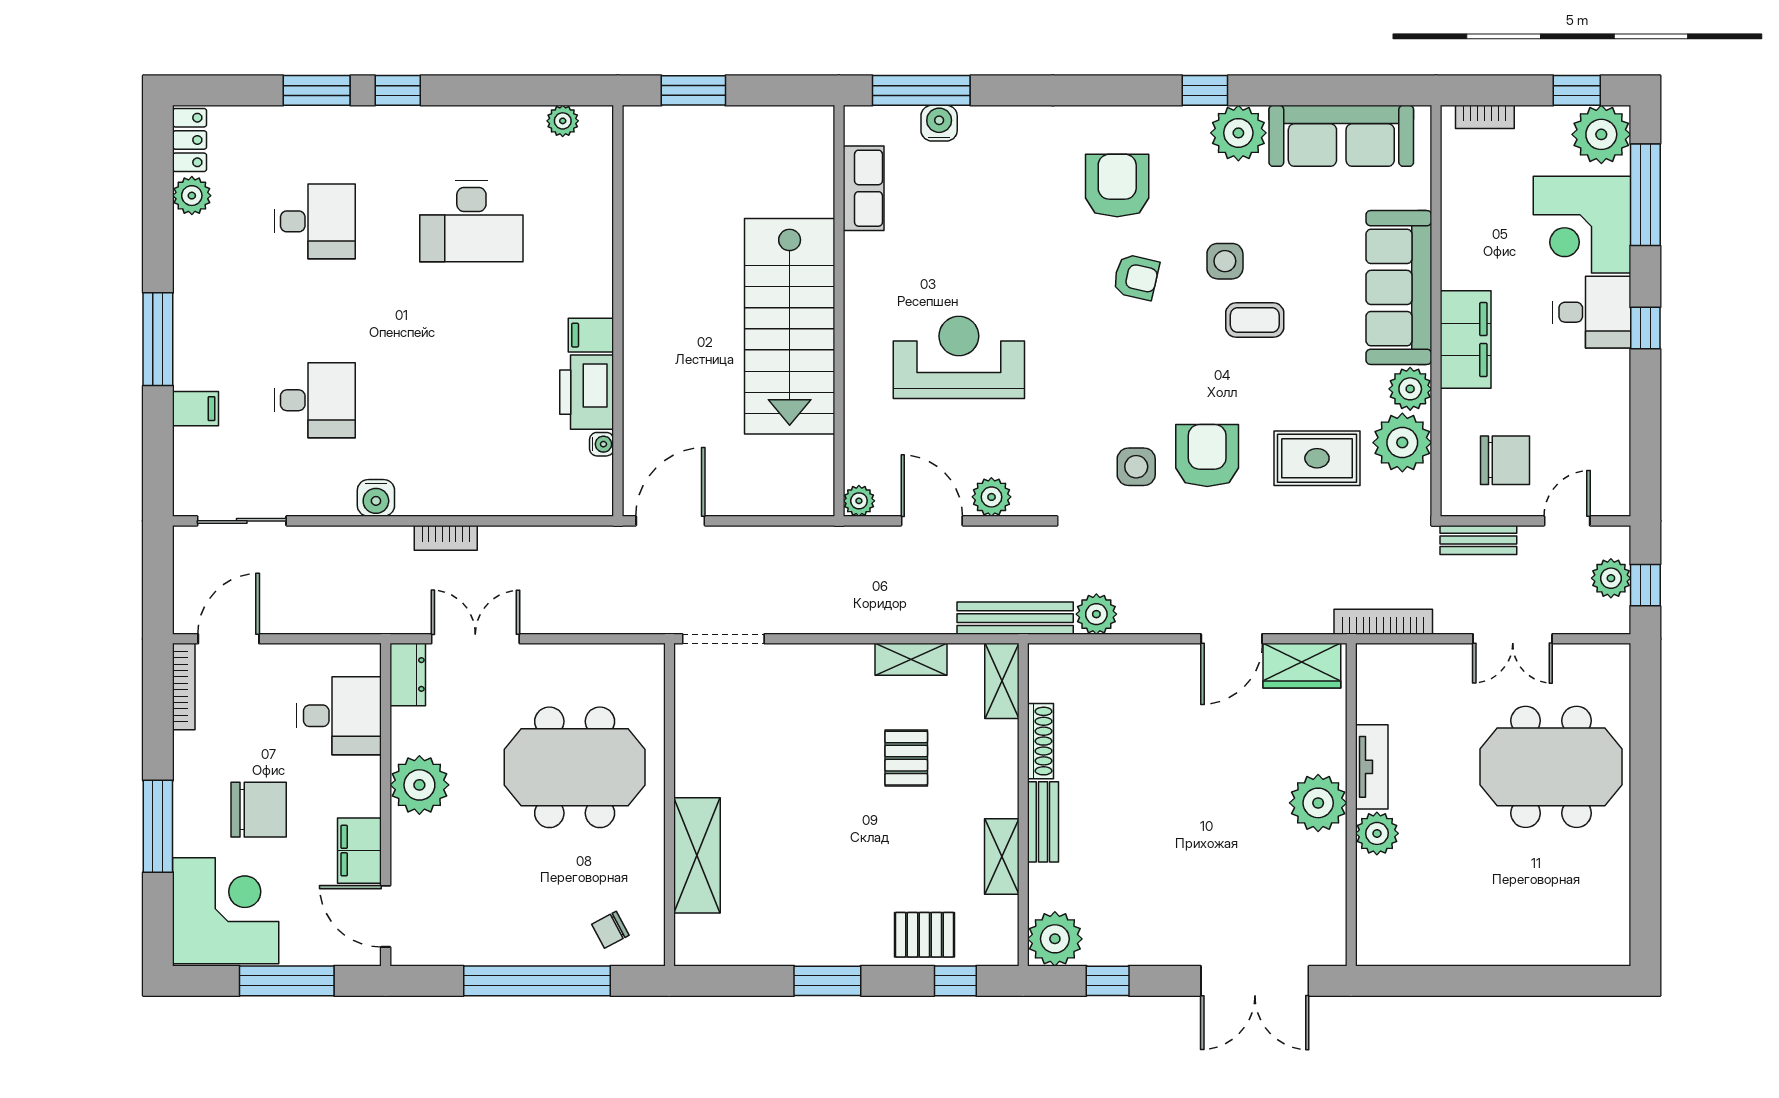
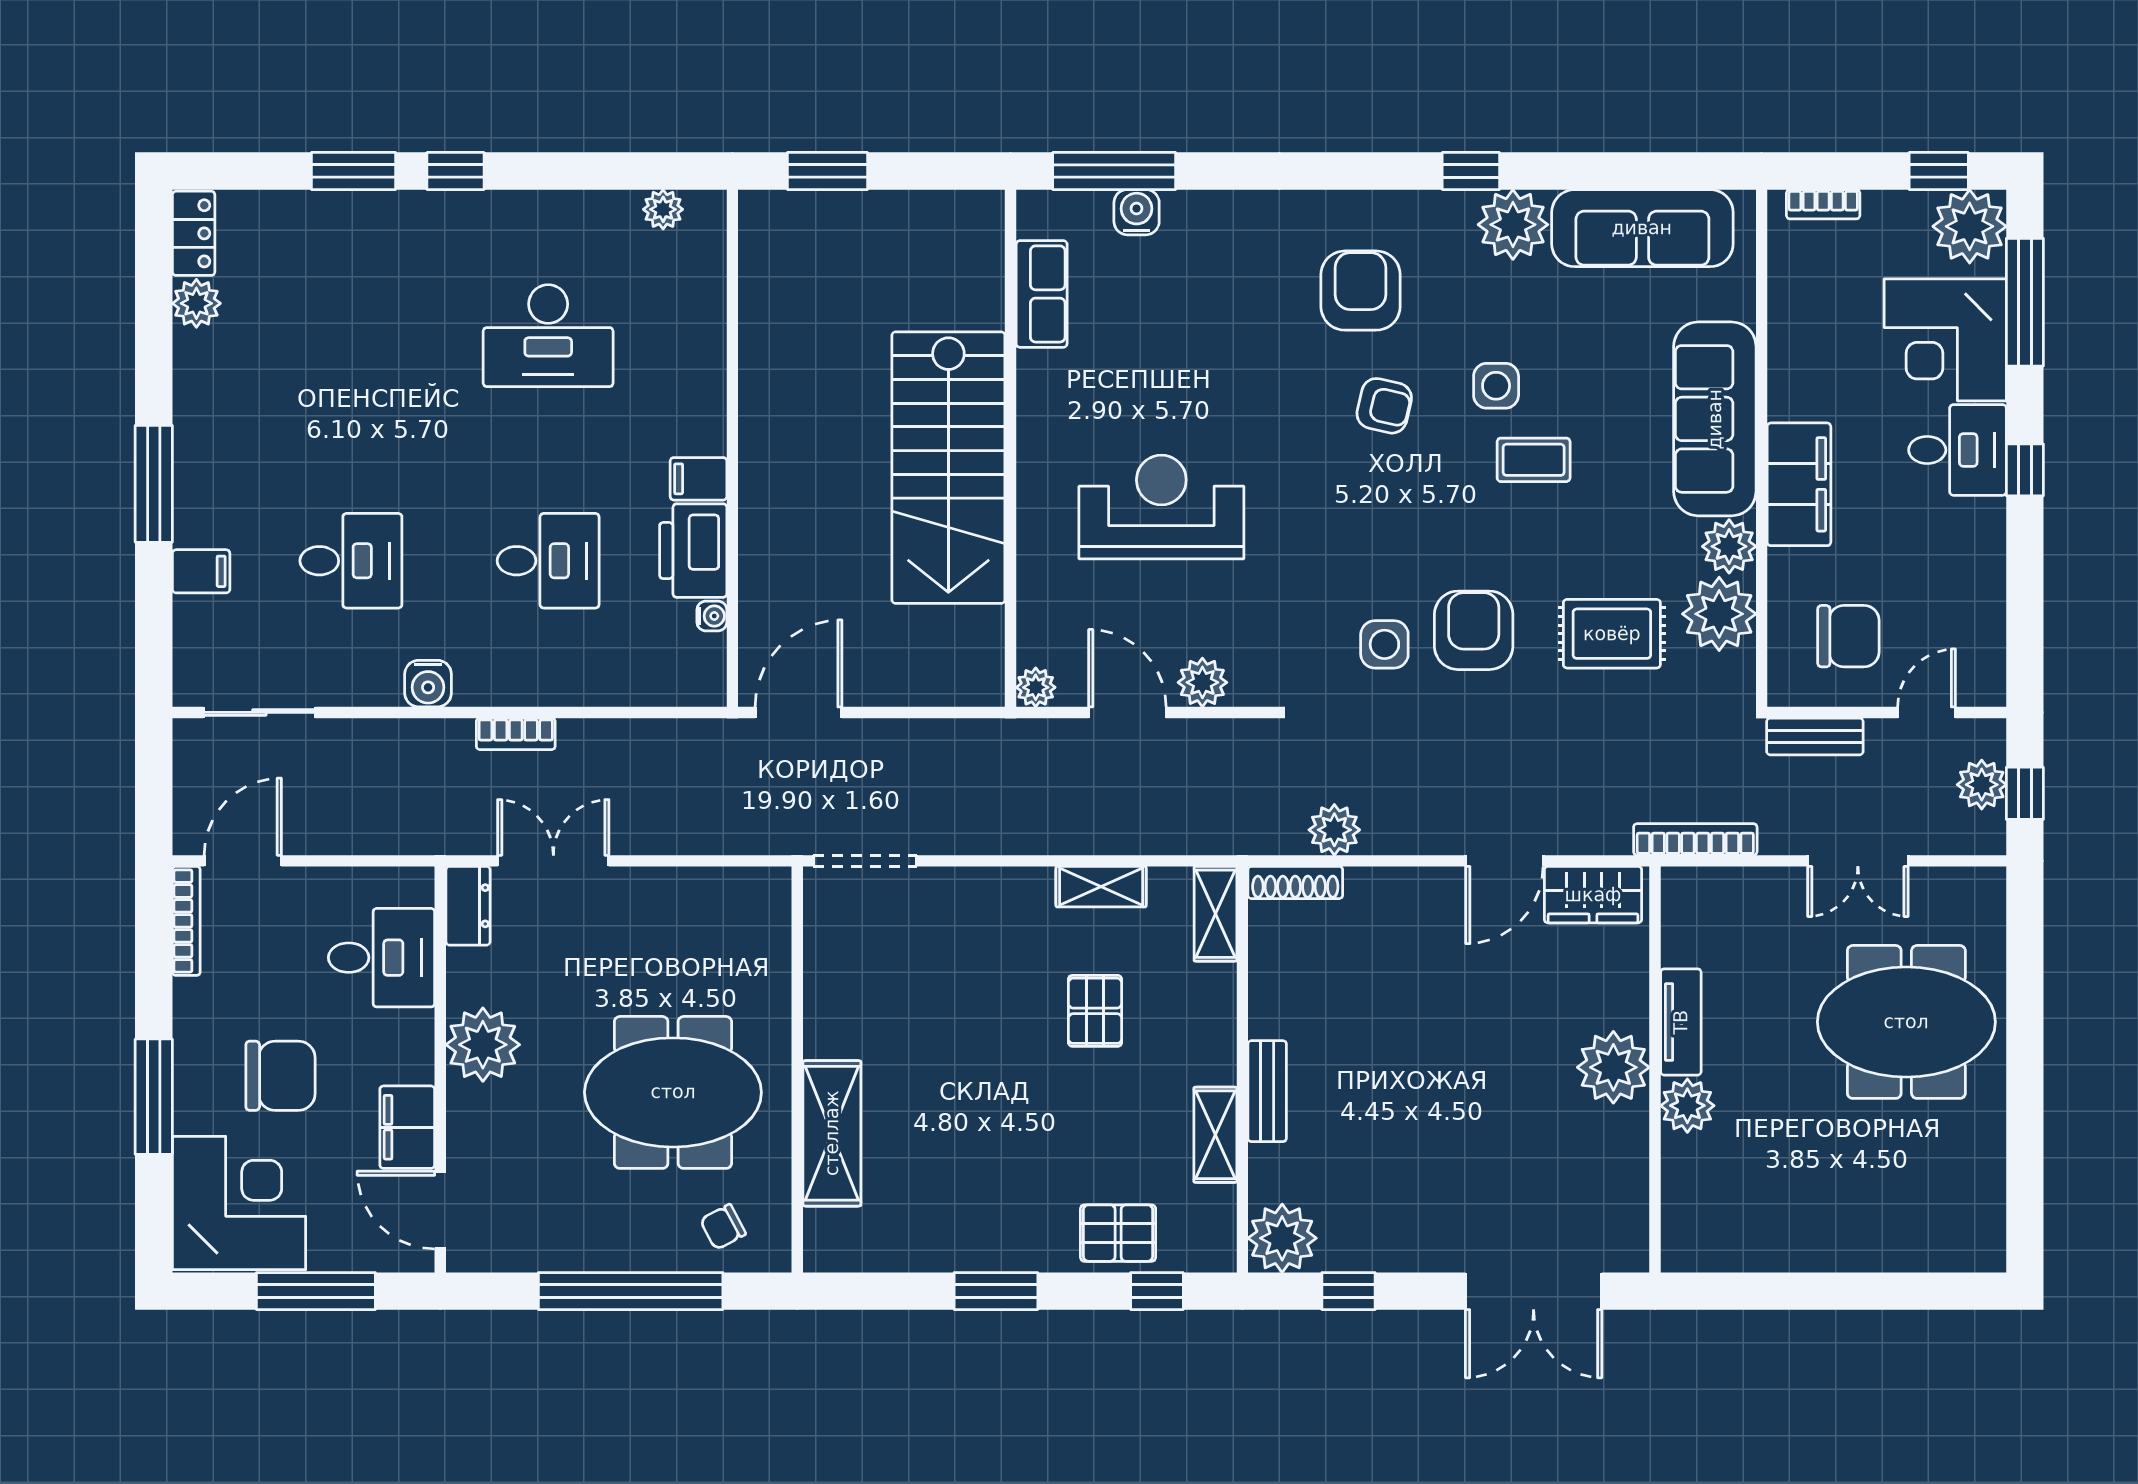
desk: (315, 221) -> (548, 561), moved
bench: (1015, 618) -> (1232, 835), removed
shoe rack: (1040, 741) -> (1295, 883), moved, turned 90
meeting table: (575, 767) -> (673, 1092), moved

